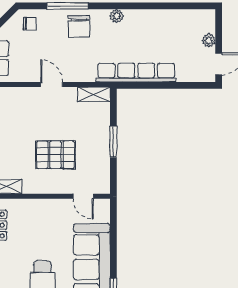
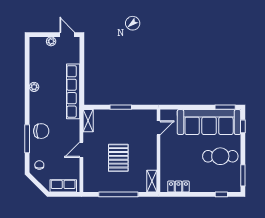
plant: (117, 16) -> (34, 87), moved
pallet: (55, 155) -> (118, 158), moved

